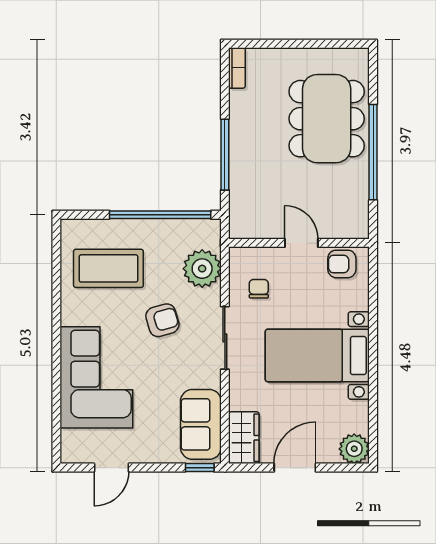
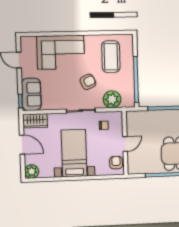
armchair: (162, 320) -> (88, 82), turned -99
sofa: (201, 424) -> (31, 94), moved, turned 90

